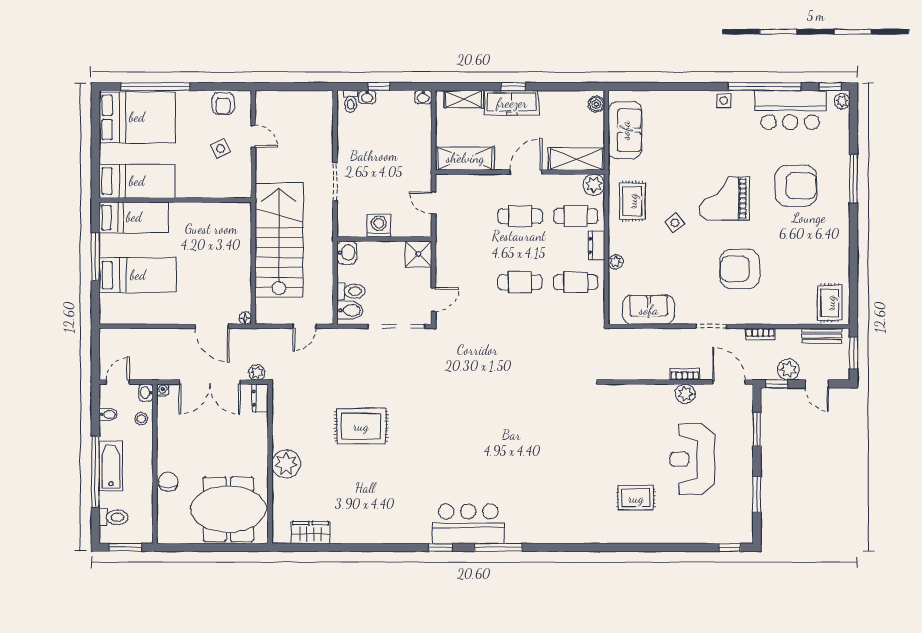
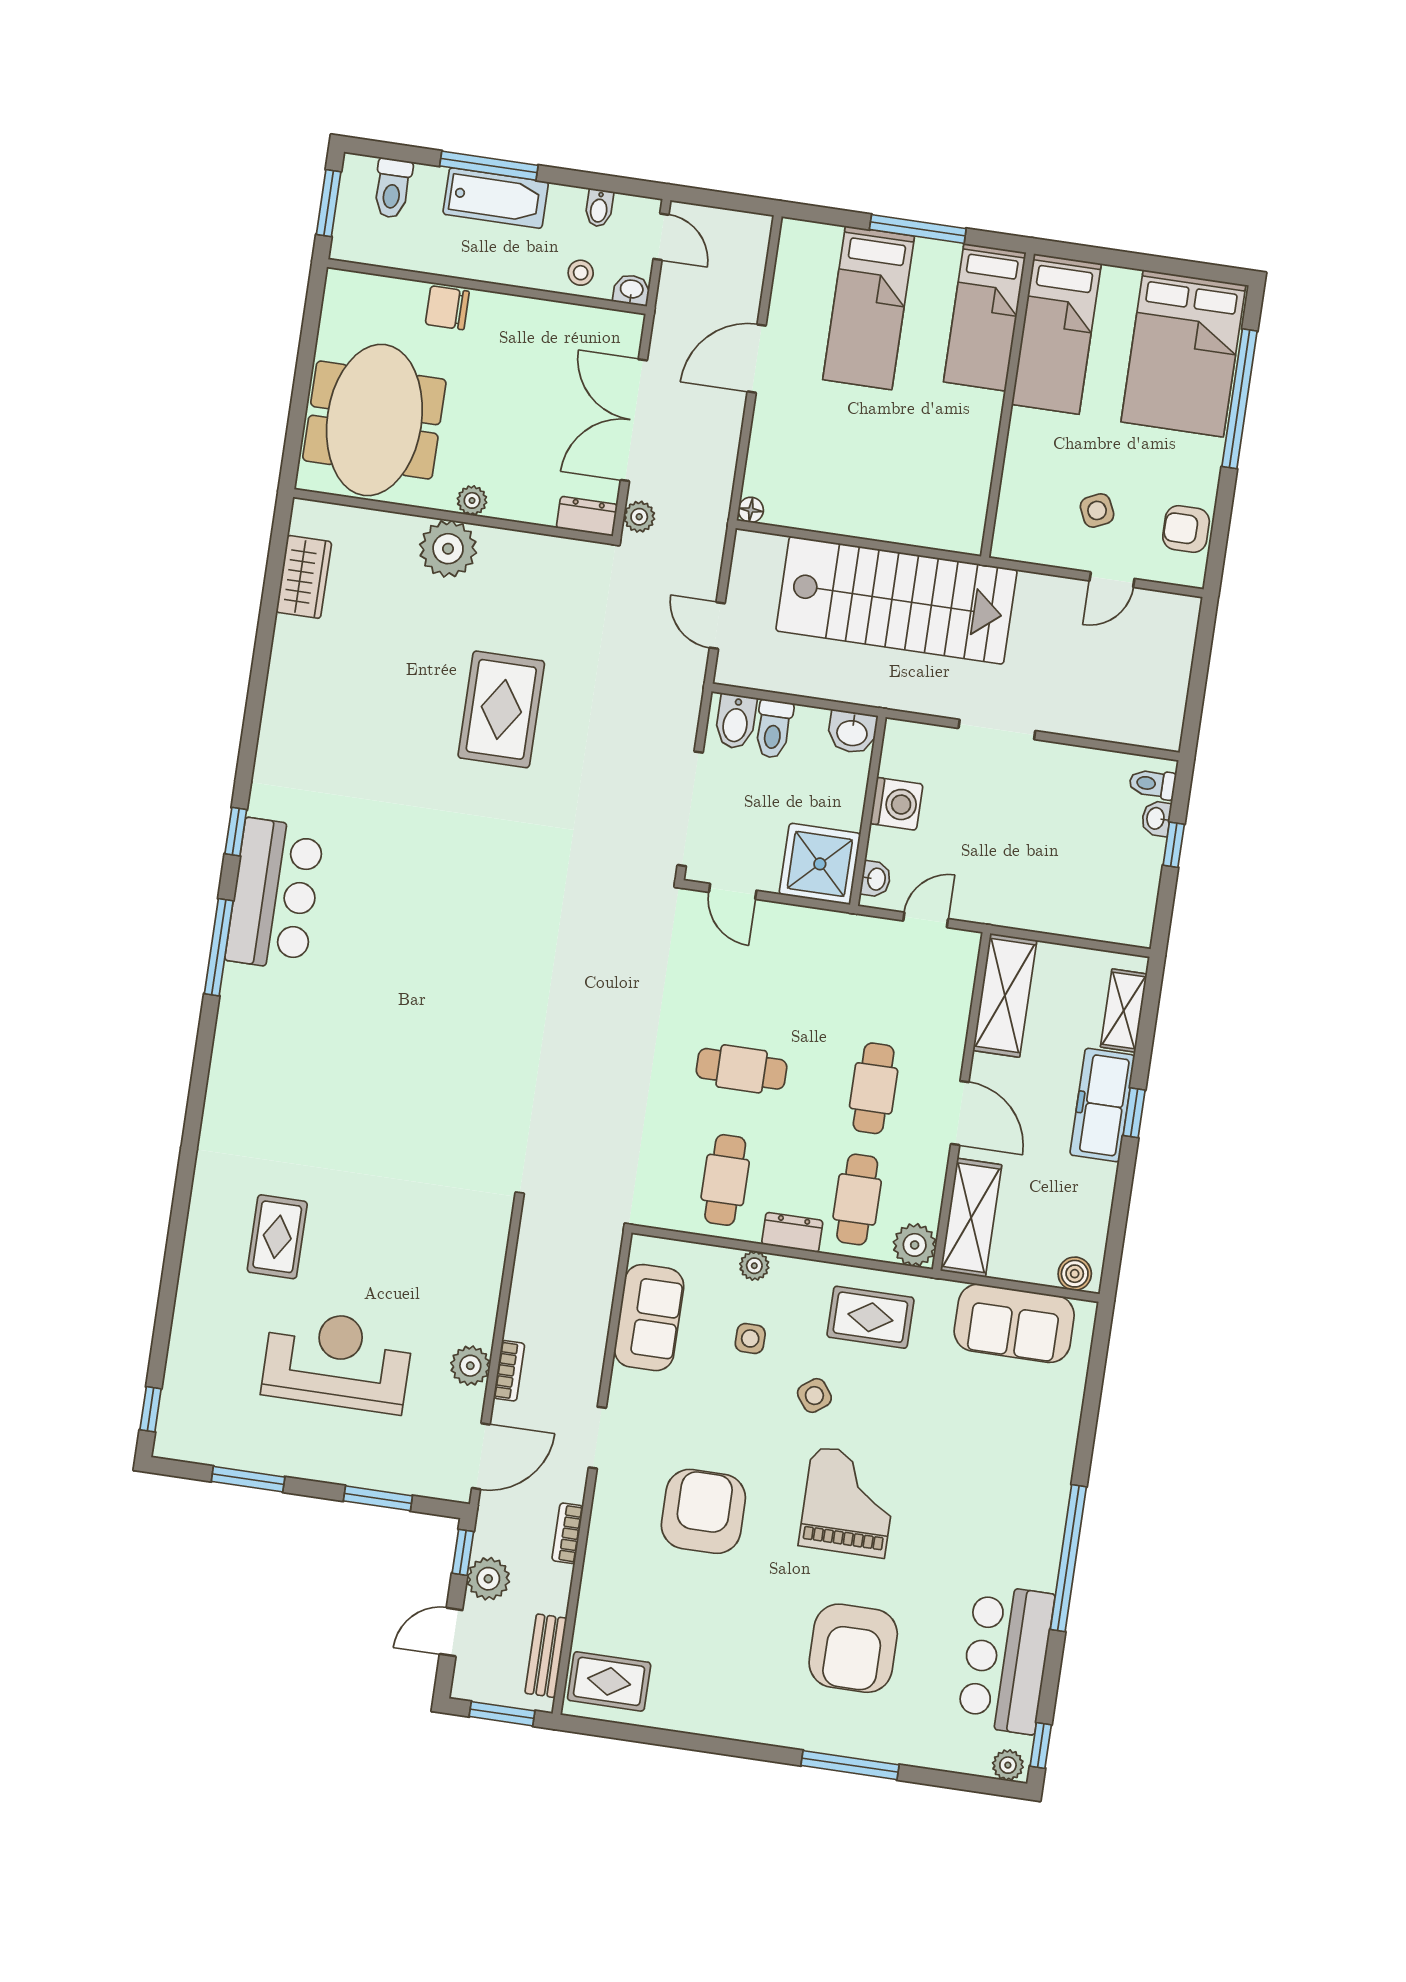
window: (765, 87) -> (1068, 1558), moved
washbasin: (423, 97) -> (876, 879), moved, turned 180
side table: (724, 101) -> (750, 1338), moved
shower: (419, 254) -> (820, 864), width x1.36, depth x1.36
cafe table: (520, 282) -> (742, 1069), turned 90
door: (212, 326) -> (757, 359), moved
water cooler: (163, 390) -> (632, 324), removed
plant: (261, 456) -> (472, 500), added
window: (95, 472) -> (489, 166), width x0.68
chair: (168, 482) -> (447, 308), turned 180

